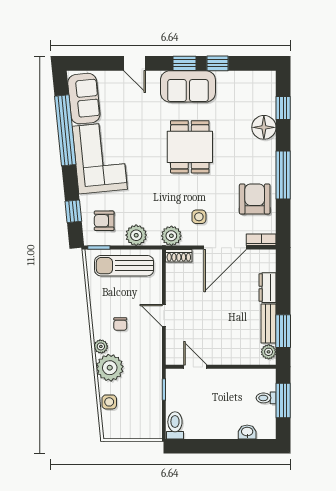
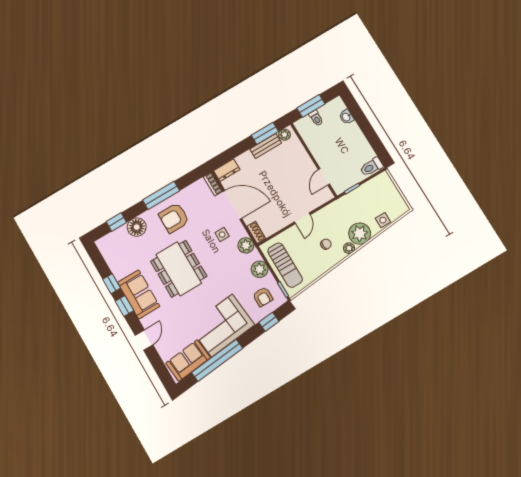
dining table: (190, 147) -> (179, 269), width x1.38
armchair: (255, 199) -> (174, 218), moved
dresser: (267, 288) -> (227, 170), moved

